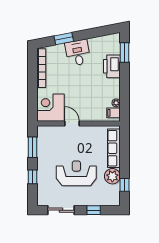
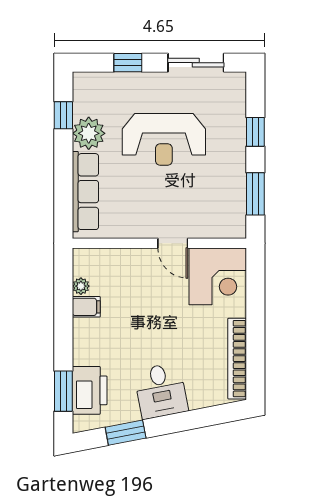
window: (64, 39) -> (126, 433), moved
printer: (112, 66) -> (90, 390), moved
filing cabinet: (114, 113) -> (86, 307), moved

